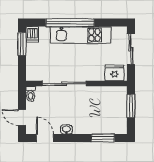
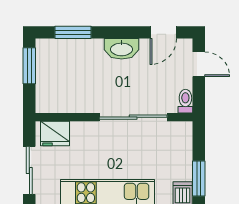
window: (131, 106) -> (29, 66), moved
washbasin: (66, 129) -> (122, 49), width x1.91, depth x1.45
door: (45, 138) -> (163, 32), hinge flipped

